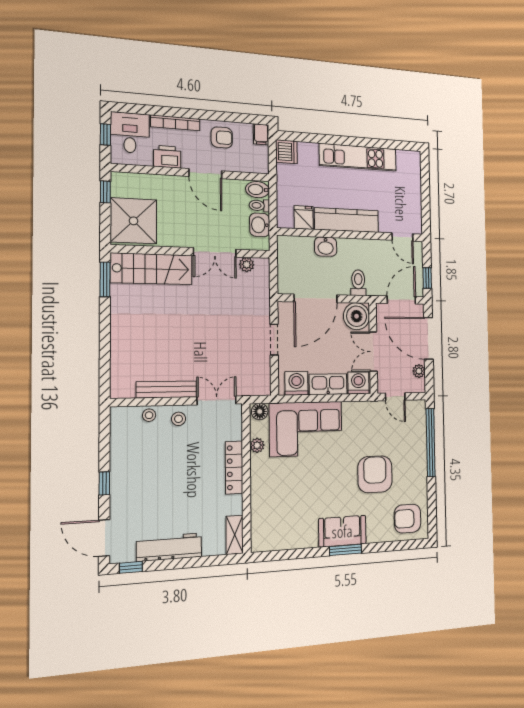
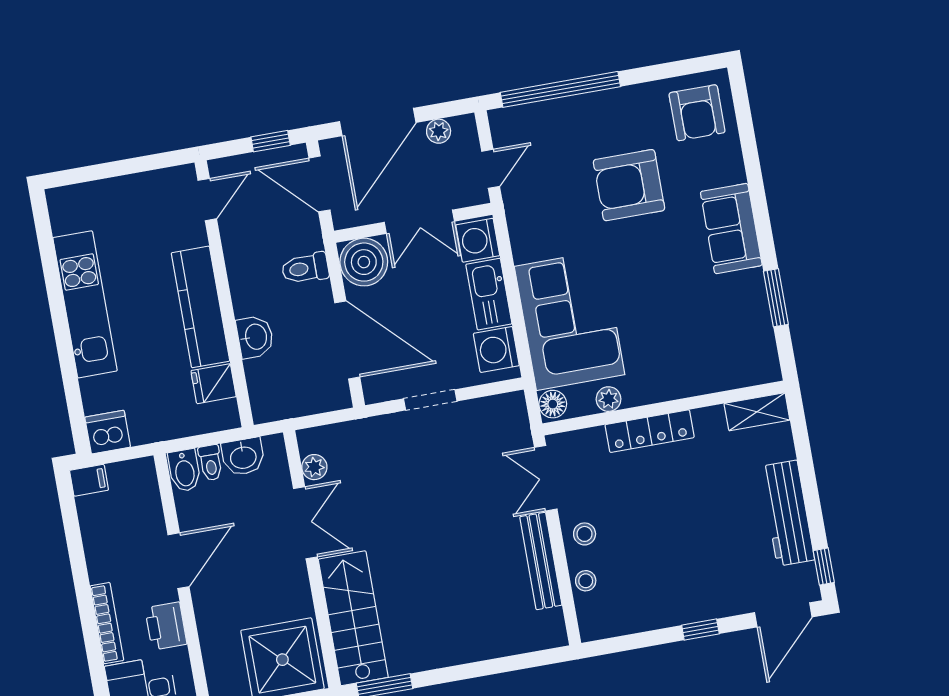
armchair: (222, 137) -> (111, 545), removed
window: (346, 550) -> (776, 298), moved

